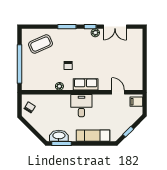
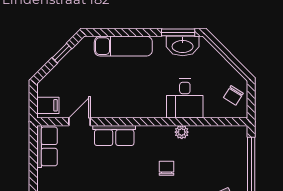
row of seats: (137, 78) -> (47, 146), added
row of seats: (86, 84) -> (114, 135), moved
door: (118, 92) -> (79, 122), swing flipped
desk: (81, 106) -> (185, 99), moved

